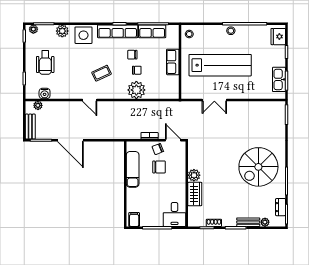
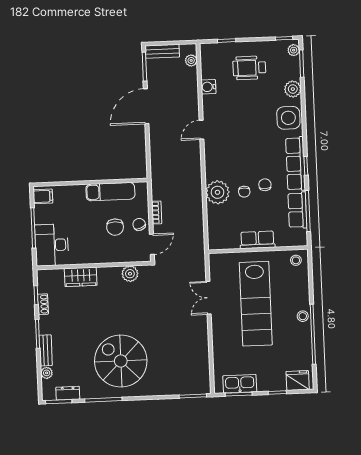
coffee table: (102, 73) -> (238, 144), removed
water cooler: (45, 93) -> (208, 87), moved
plant: (194, 175) -> (130, 274), moved
desk: (175, 214) -> (52, 245), width x1.37

